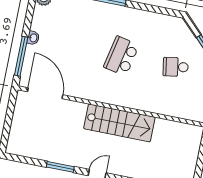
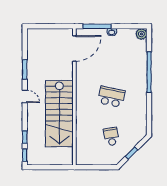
stairs: (119, 123) -> (59, 114), width x1.36, depth x1.51

